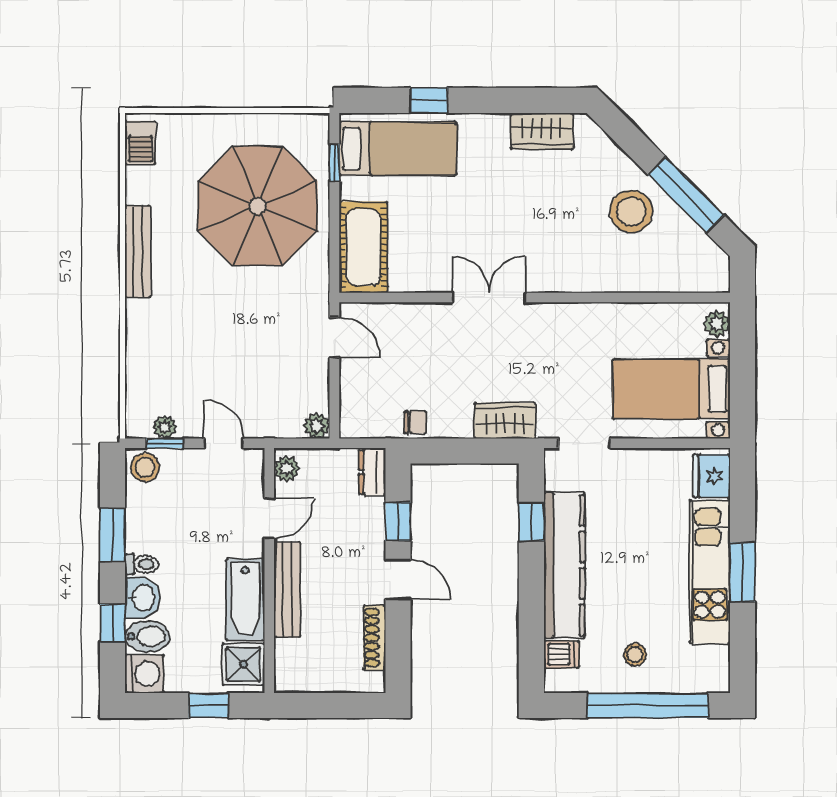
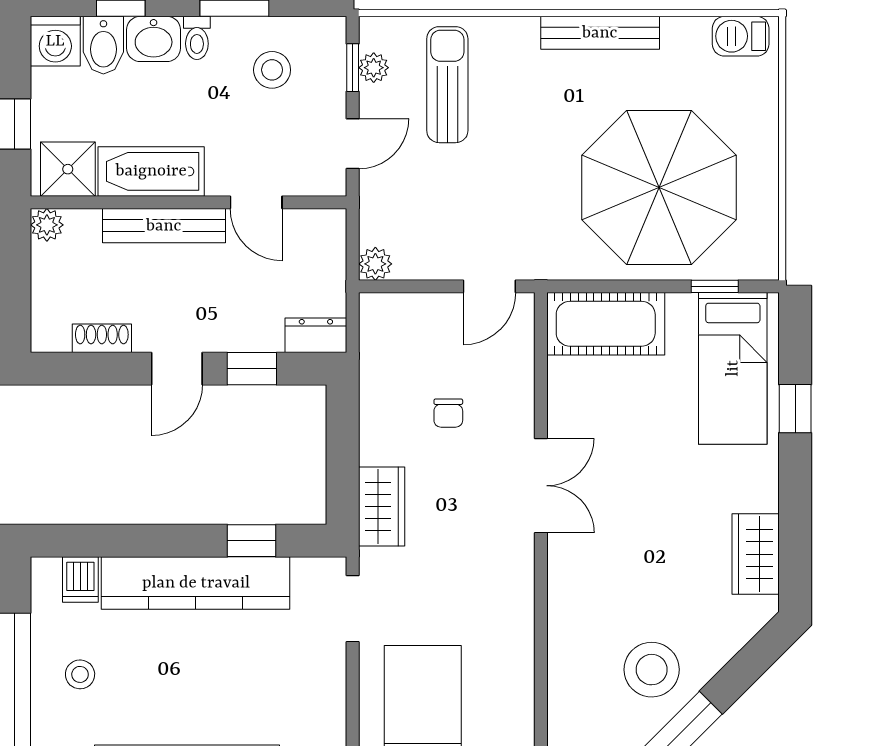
sun lounger: (178, 370) -> (447, 85), added
chair: (415, 422) -> (448, 413), moved
stool: (145, 467) -> (272, 70), moved
plant: (287, 469) -> (47, 225), moved
shoe rack: (374, 638) -> (102, 338), width x0.70

